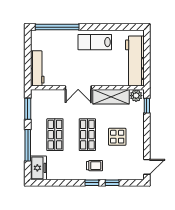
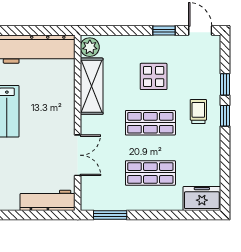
double door: (78, 88) -> (78, 155), moved
window: (147, 106) -> (164, 30), moved
window: (28, 145) -> (167, 215), removed

